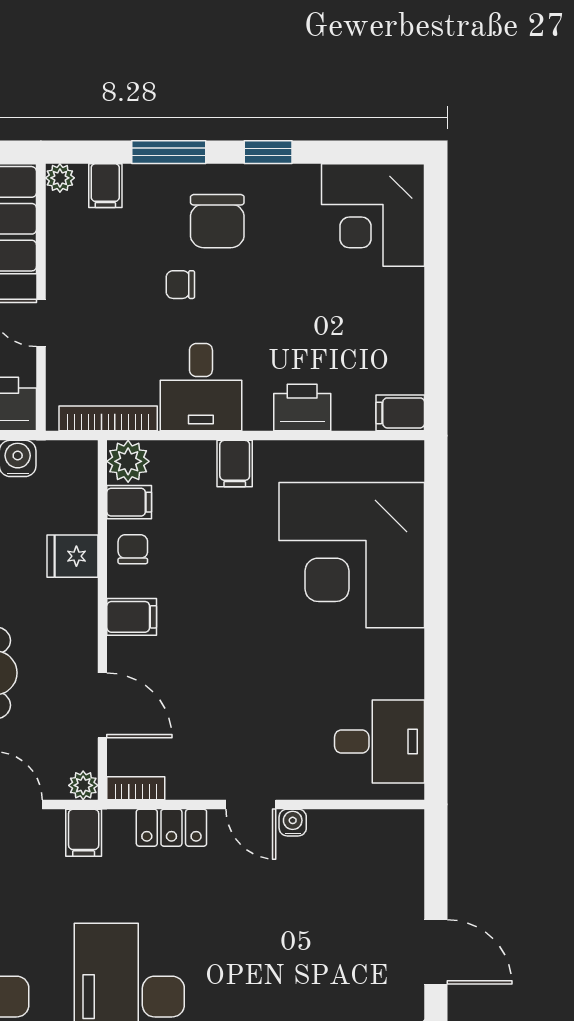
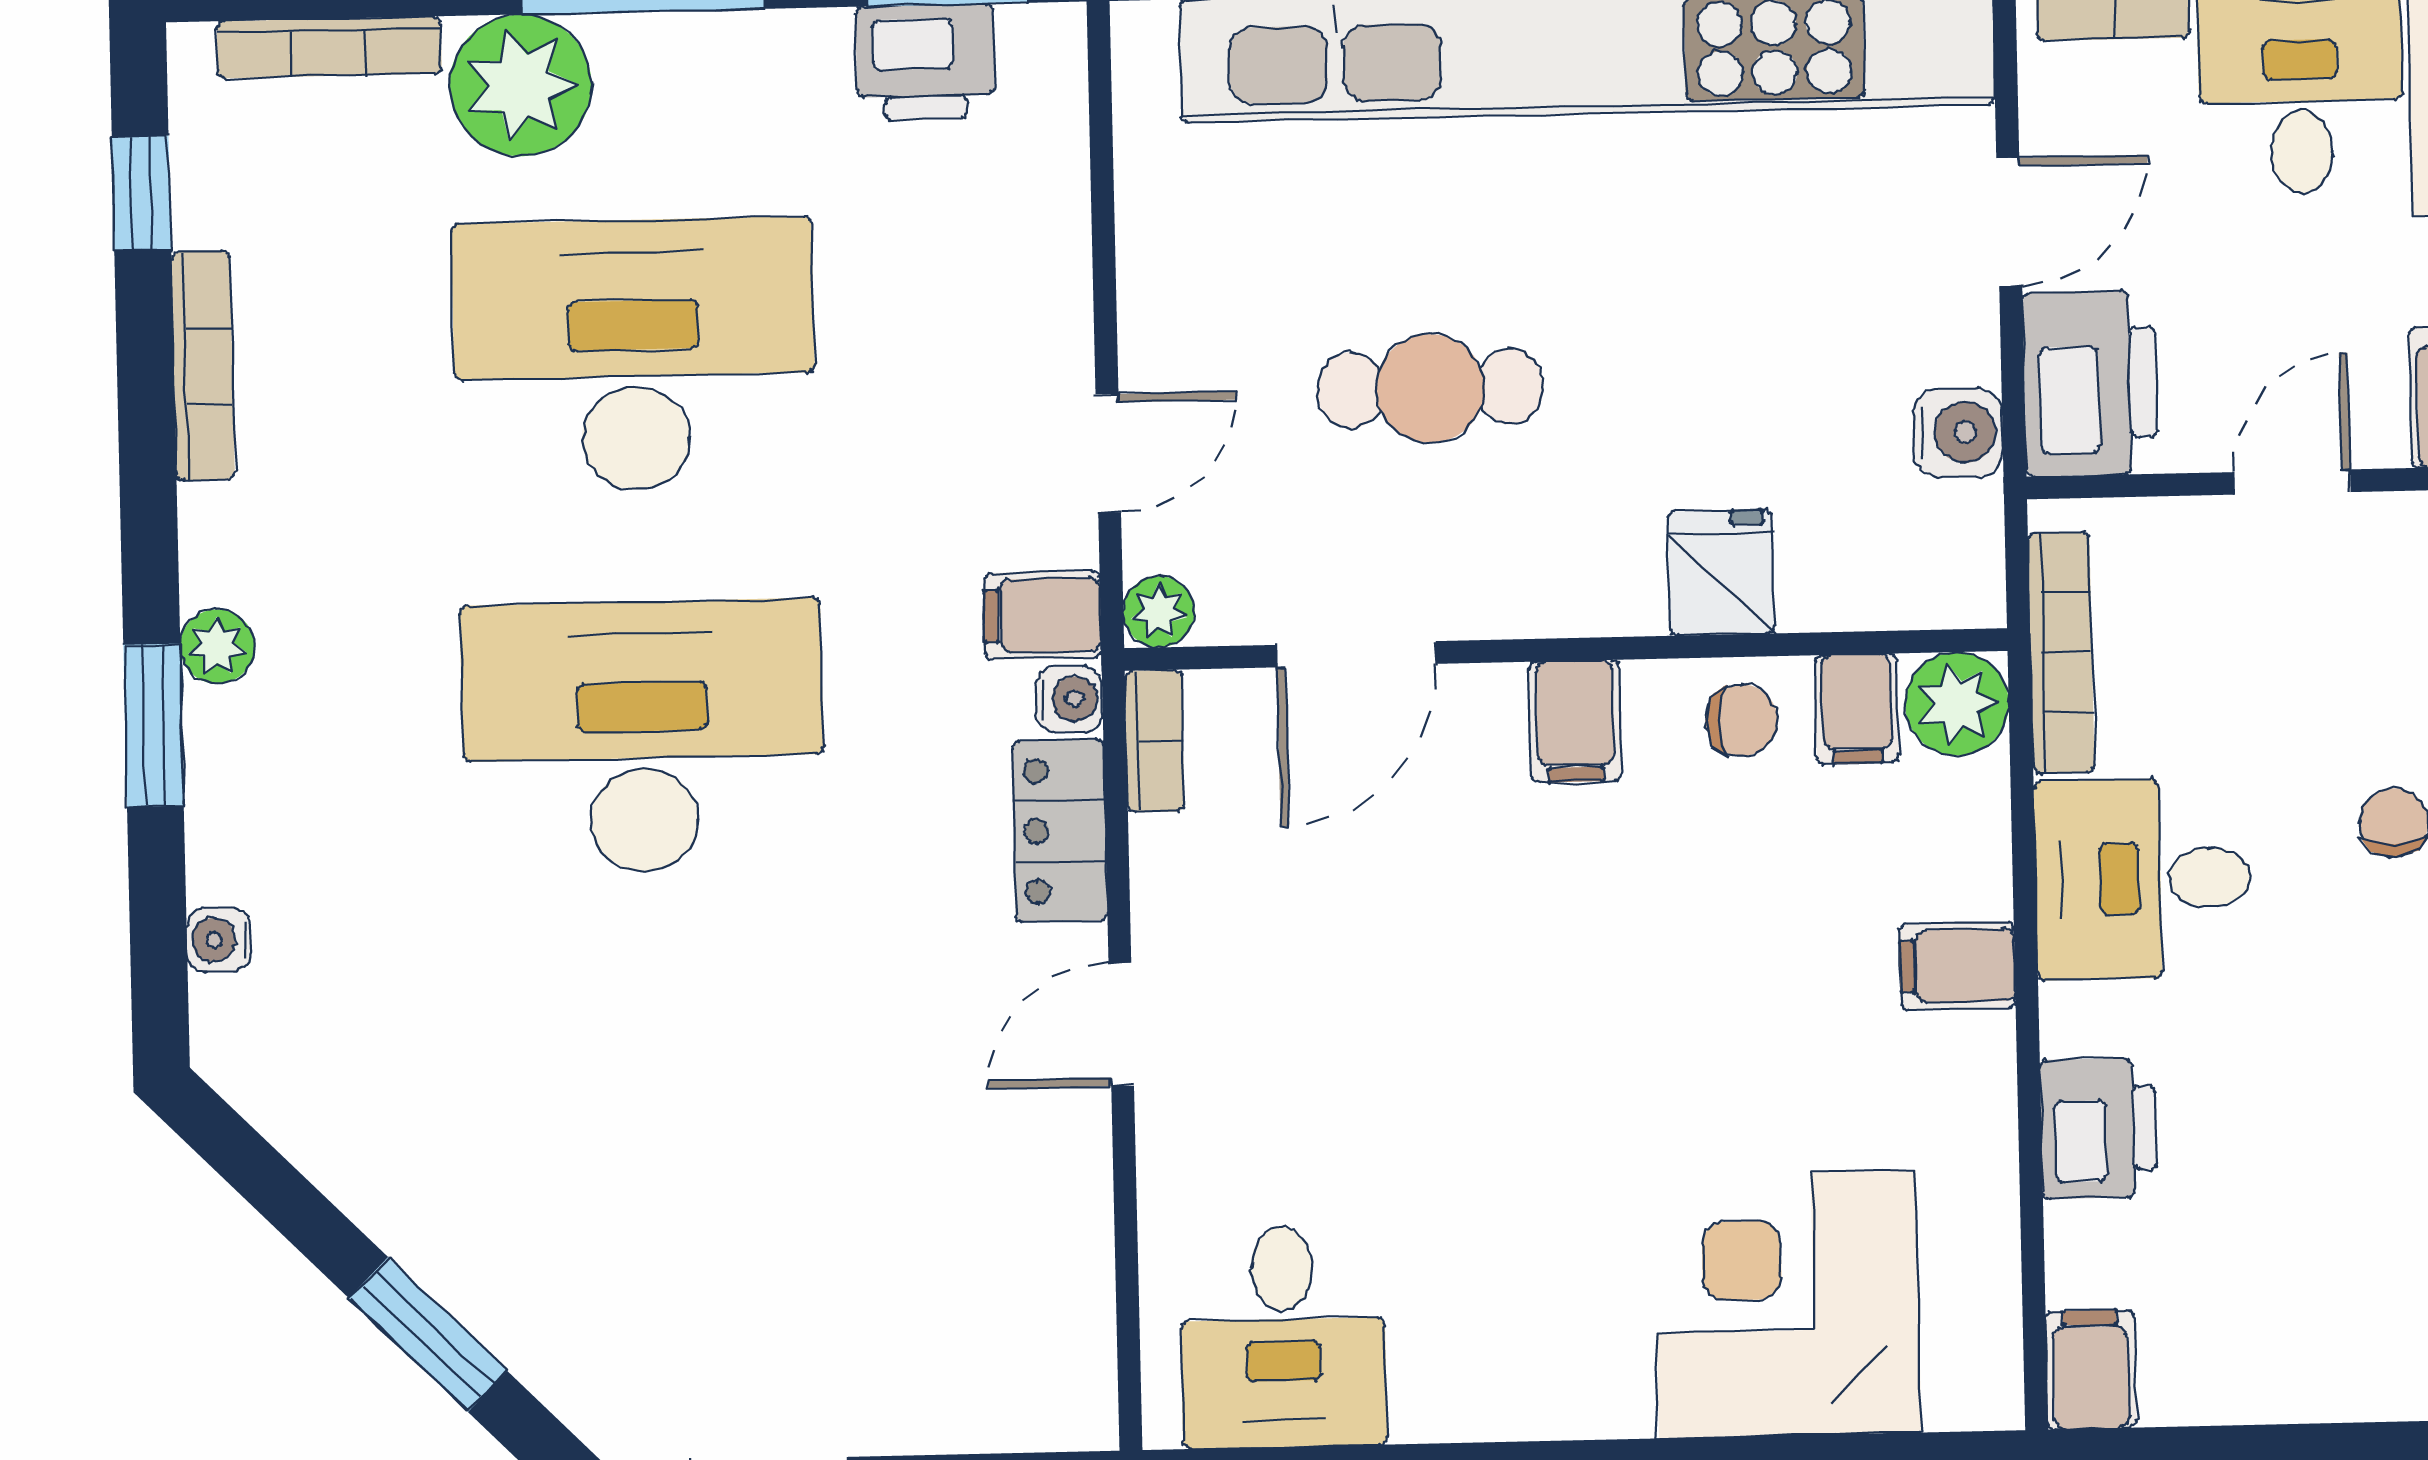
corner desk: (352, 555) -> (1787, 1304), width x0.74, depth x0.74
water cooler: (293, 823) -> (1069, 699), moved

